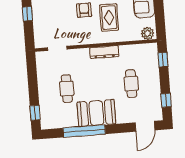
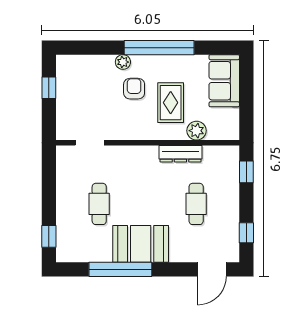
plant: (148, 33) -> (197, 131), moved
dresser: (104, 52) -> (180, 154), moved

